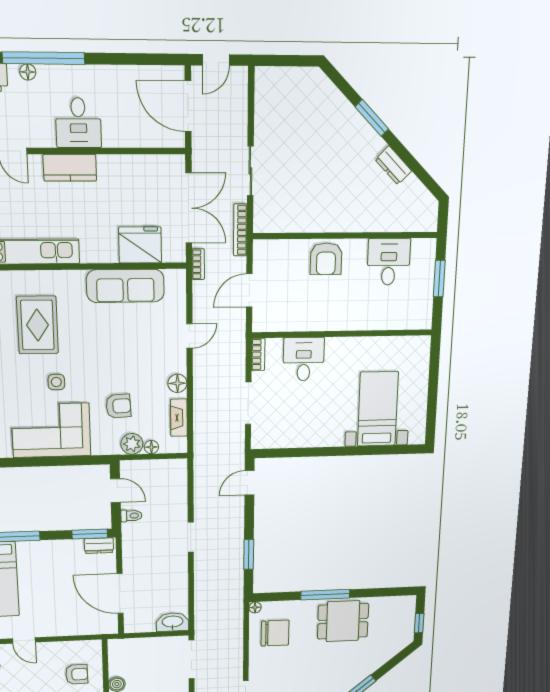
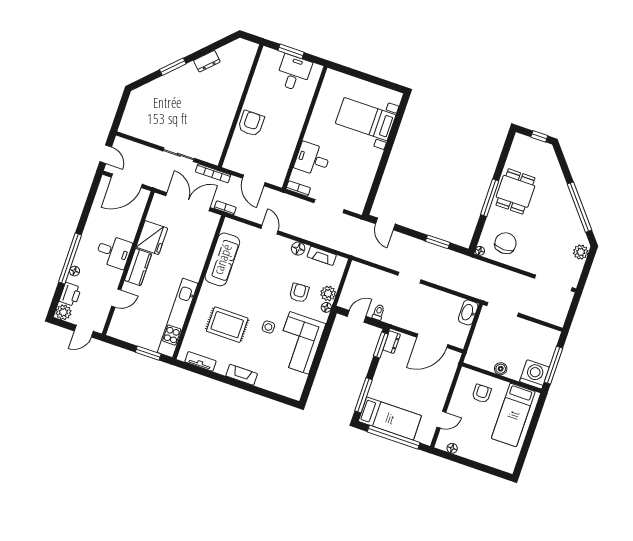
fridge: (140, 245) -> (152, 238), moved, turned 180
armchair: (326, 259) -> (251, 123), turned -90
desk: (389, 262) -> (294, 73), moved, turned 90
floor lamp: (151, 447) -> (326, 307), moved

